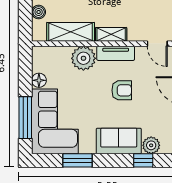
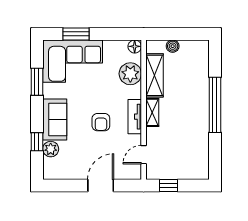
plant: (83, 58) -> (130, 74), moved
floor lamp: (39, 80) -> (135, 46), moved
window: (25, 118) -> (76, 34), width x0.69

